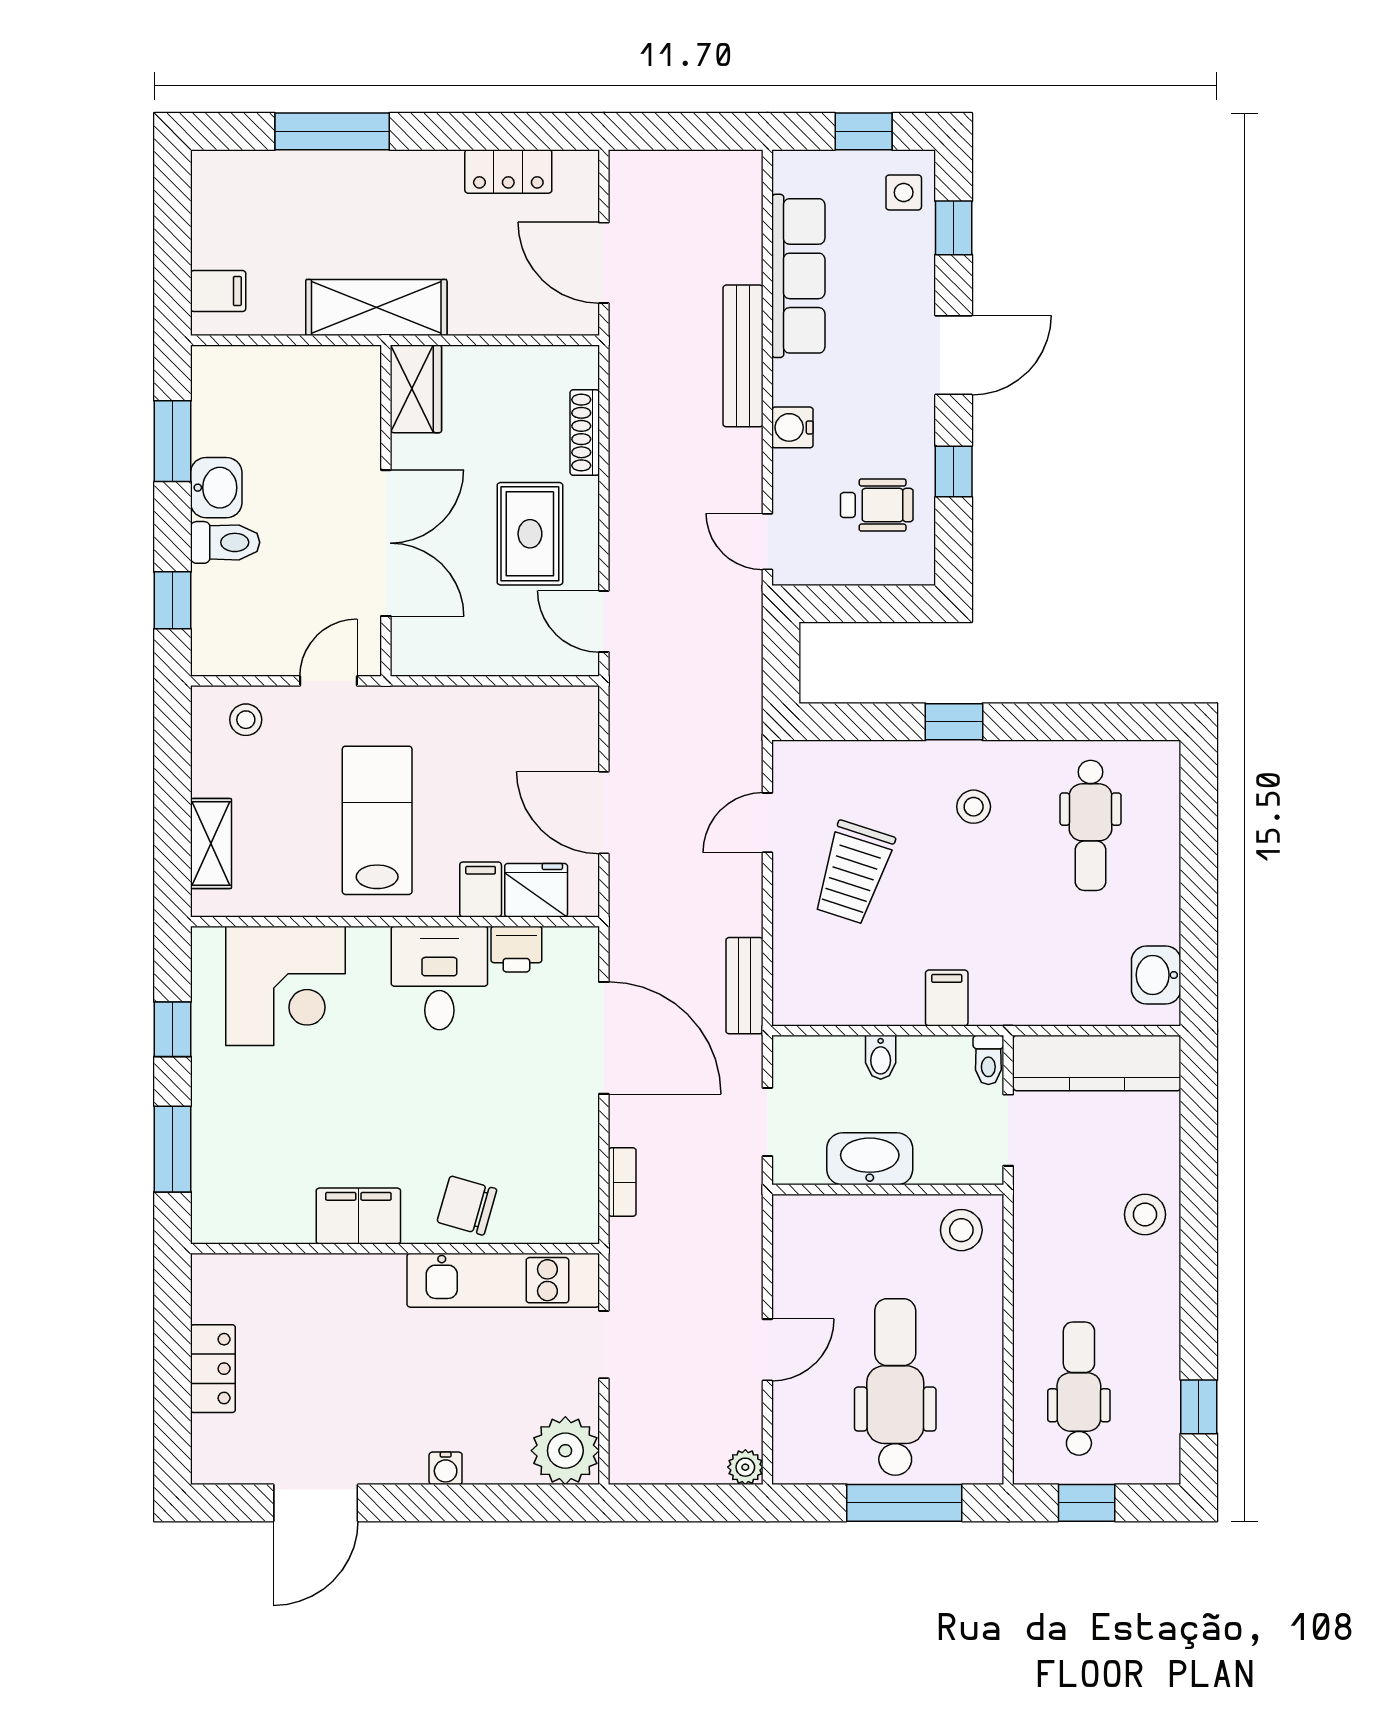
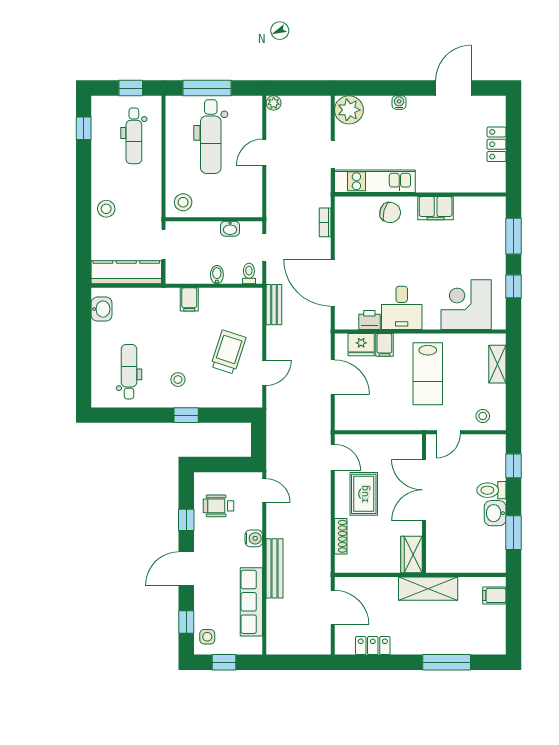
toilet: (988, 1060) -> (249, 274), moved
washbasin: (870, 1159) -> (230, 229), width x0.52, depth x0.69

